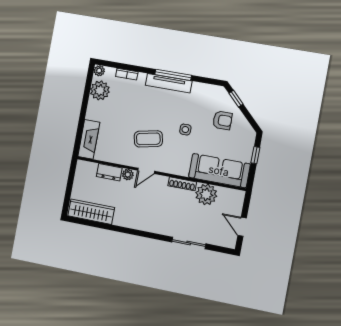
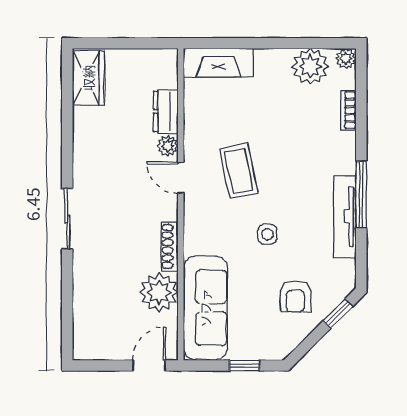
tv unit: (169, 83) -> (345, 217), moved
wardrobe: (91, 212) -> (88, 78), width x0.67
door: (242, 227) -> (149, 365), moved
sliding door: (189, 243) -> (67, 219), moved

